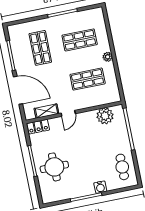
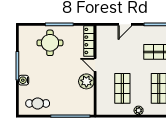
door: (18, 90) -> (125, 24), width x0.53
shelving: (46, 111) -> (101, 46), removed
plant: (105, 116) -> (86, 81), moved
locker: (38, 127) -> (89, 41), width x1.53

